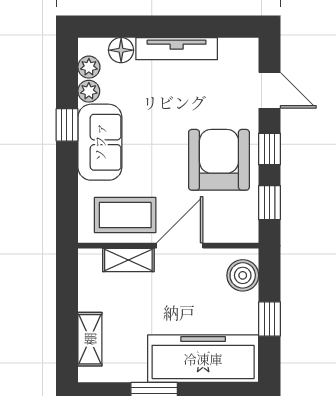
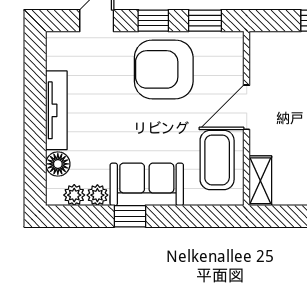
door: (180, 246) -> (247, 107), hinge flipped
shelving: (128, 260) -> (260, 181), moved
boiler: (243, 275) -> (275, 47), removed

